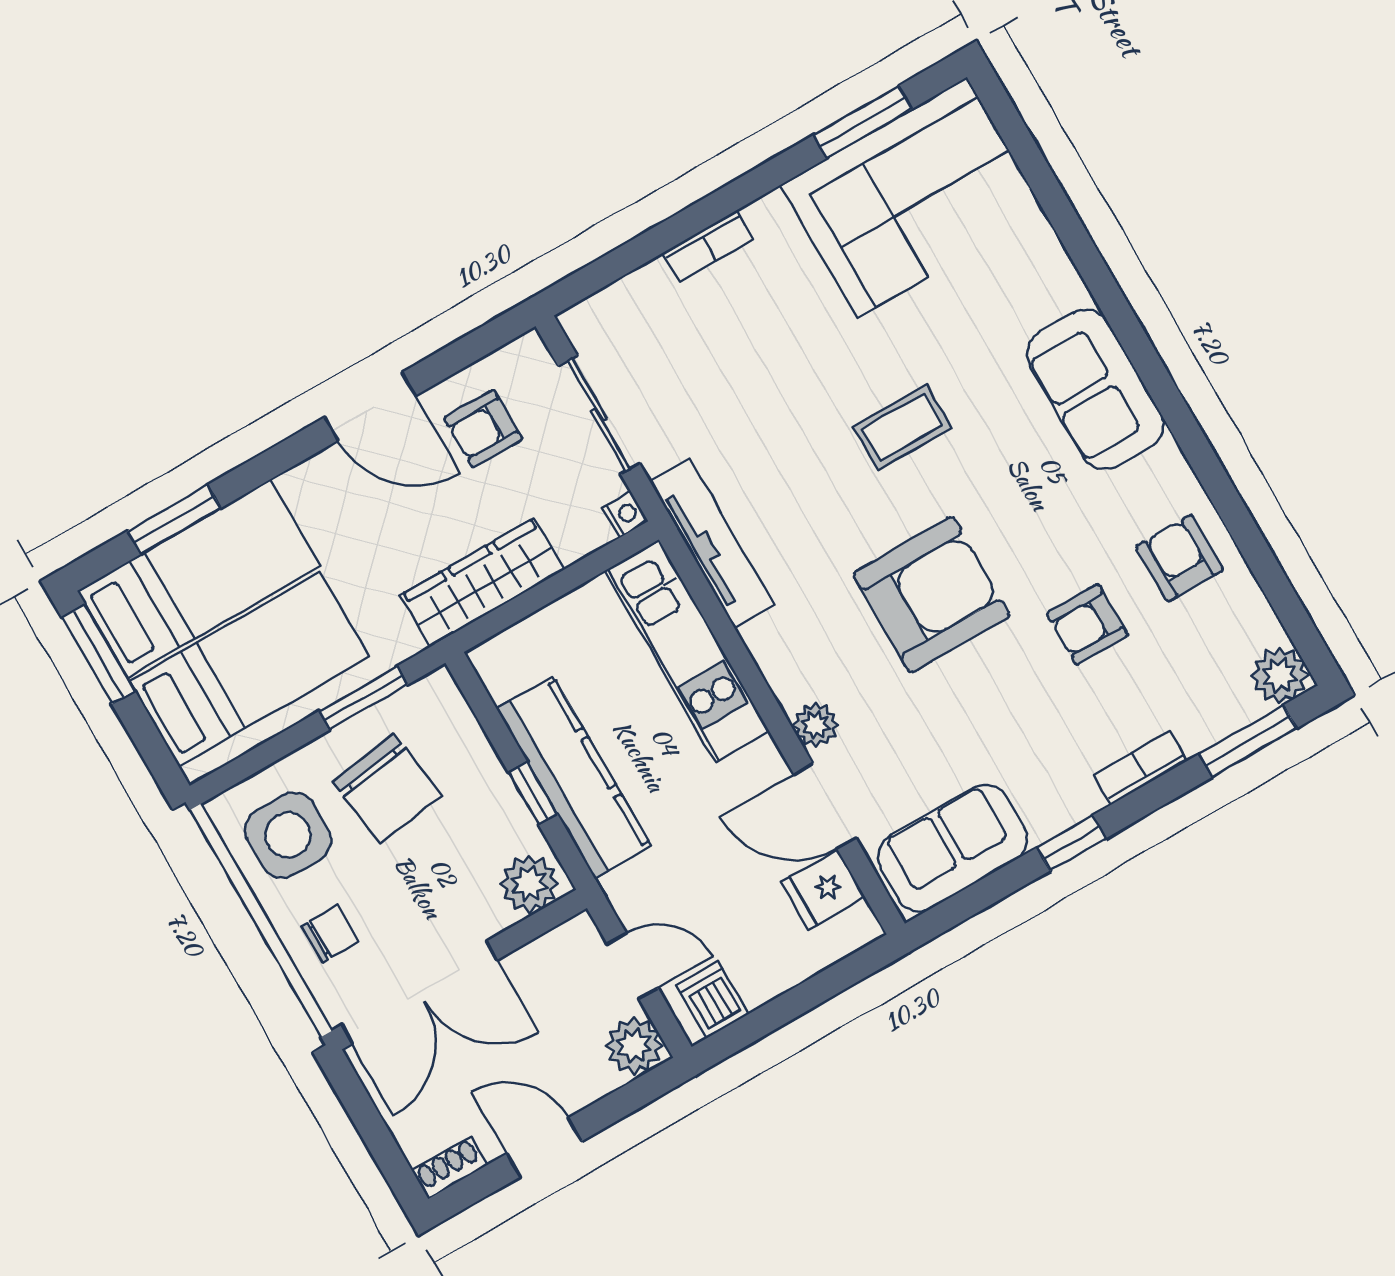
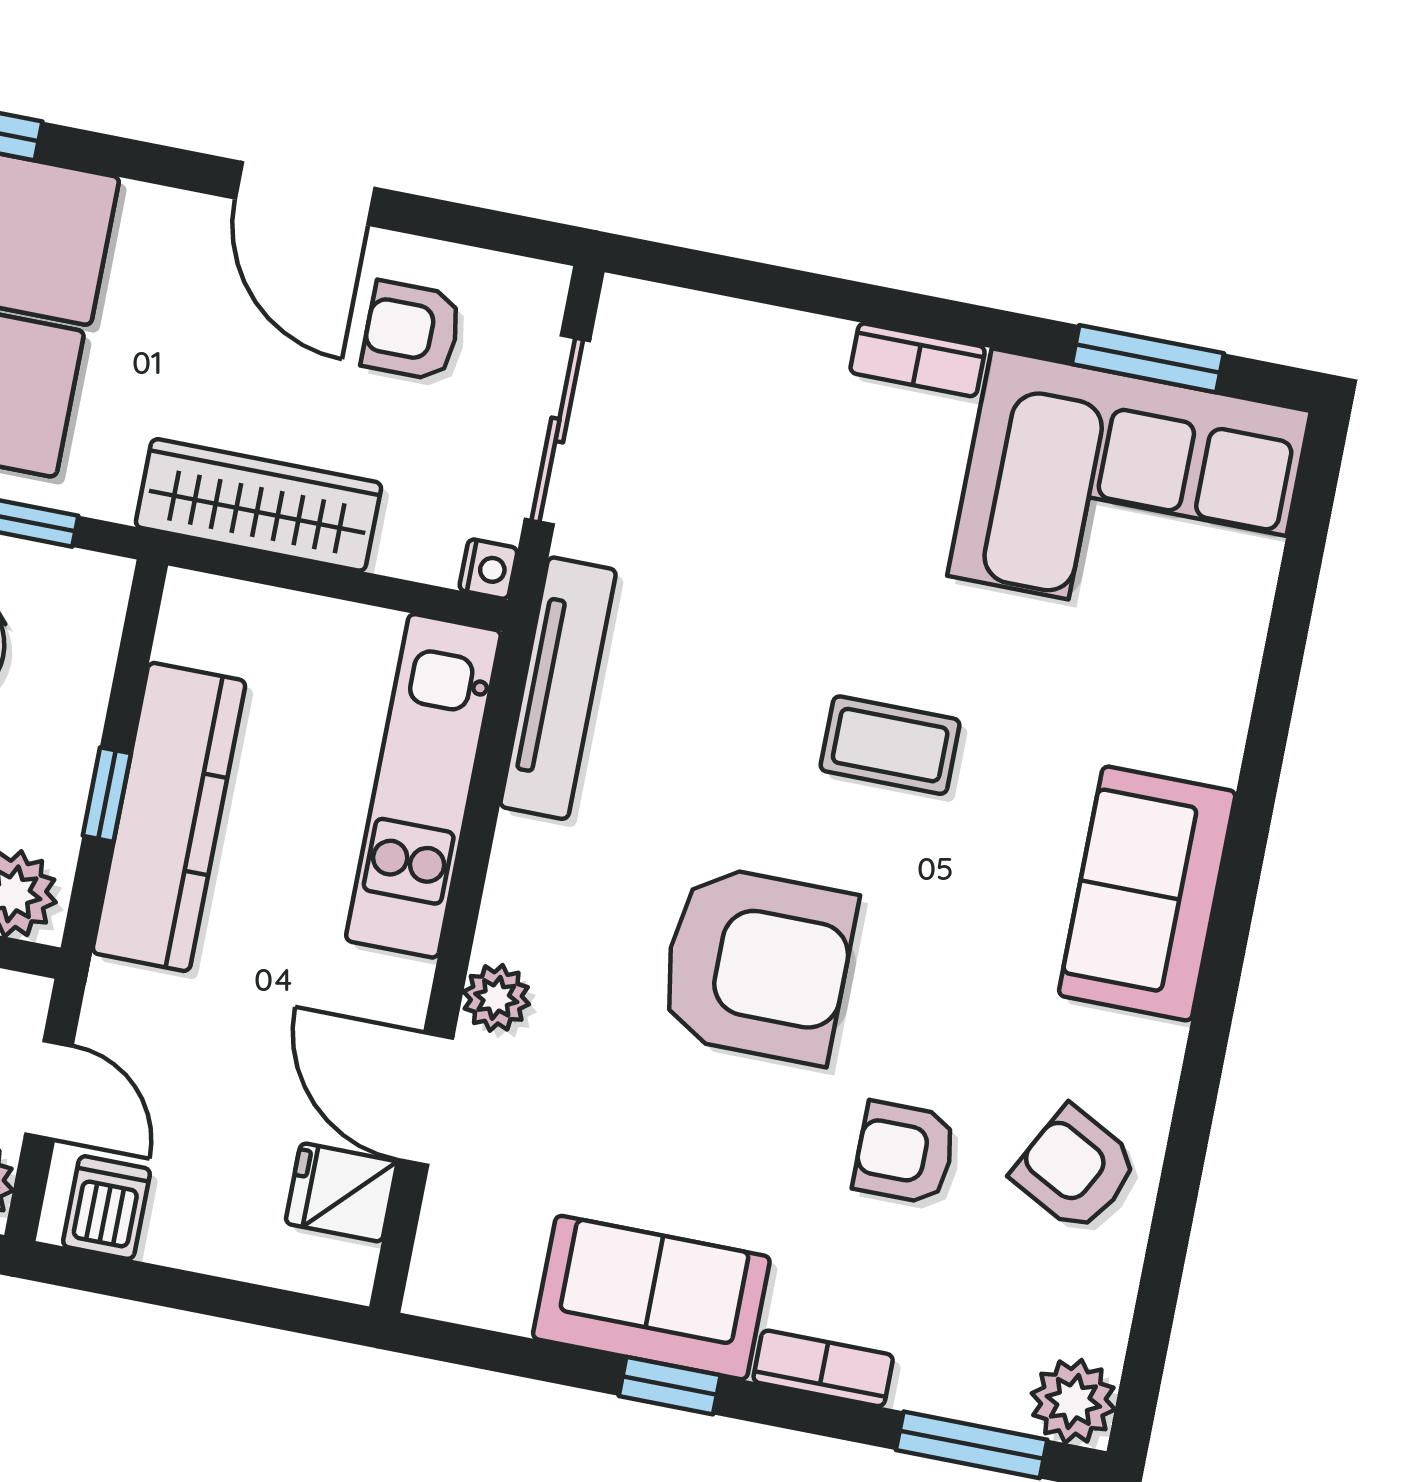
bookcase: (708, 246) -> (918, 360), moved
armchair: (1179, 558) -> (1075, 1169), turned -62
sofa: (953, 848) -> (651, 1298), moved

